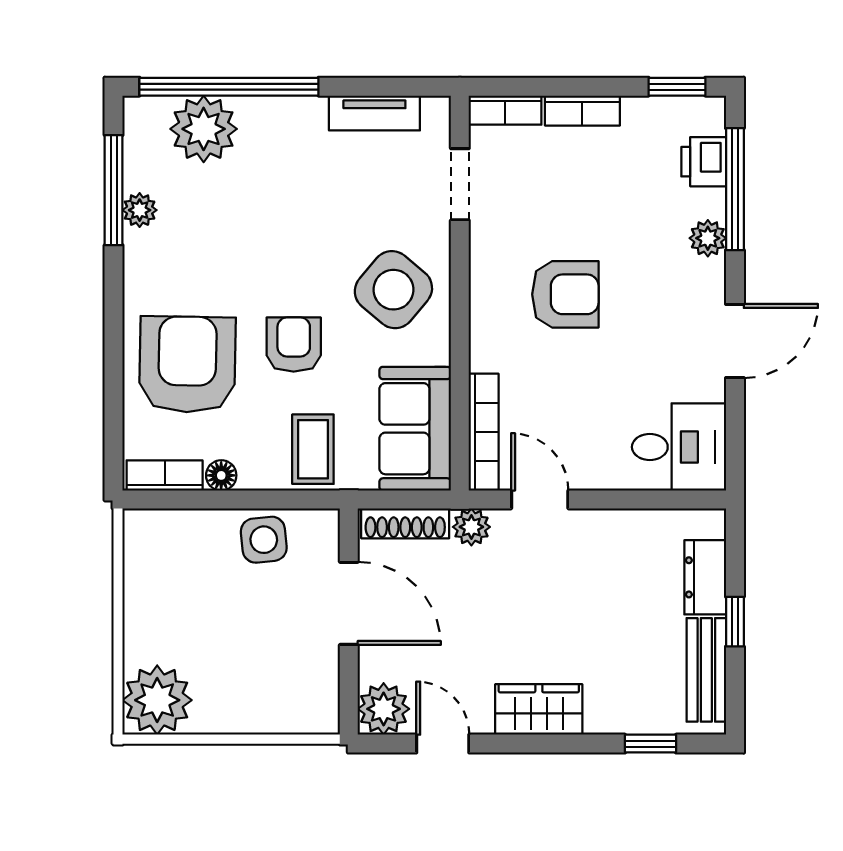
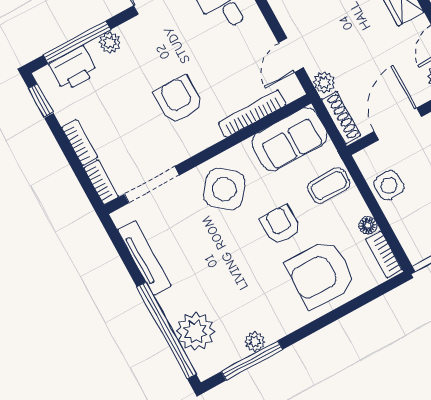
tv unit: (374, 113) -> (144, 258), width x1.41
printer: (704, 162) -> (73, 69), width x1.36, depth x1.24
doorway: (460, 184) -> (152, 185), width x1.38
armchair: (294, 345) -> (281, 225), turned 90
bookcase: (484, 432) -> (252, 114), moved

